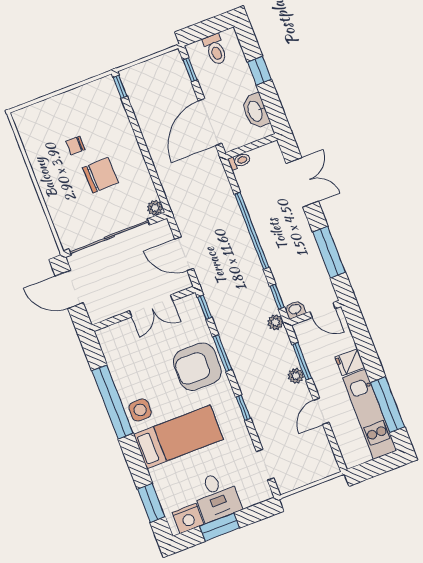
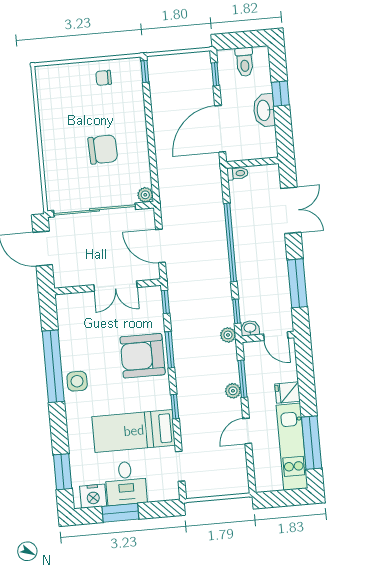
washbasin: (255, 111) -> (264, 110), moved
chair: (76, 145) -> (104, 78), moved
bed: (178, 437) -> (134, 431), moved, turned 180

